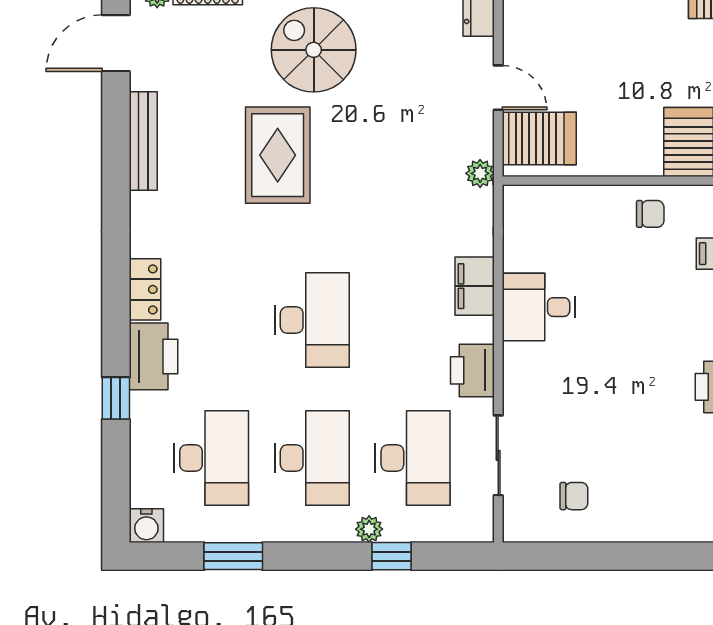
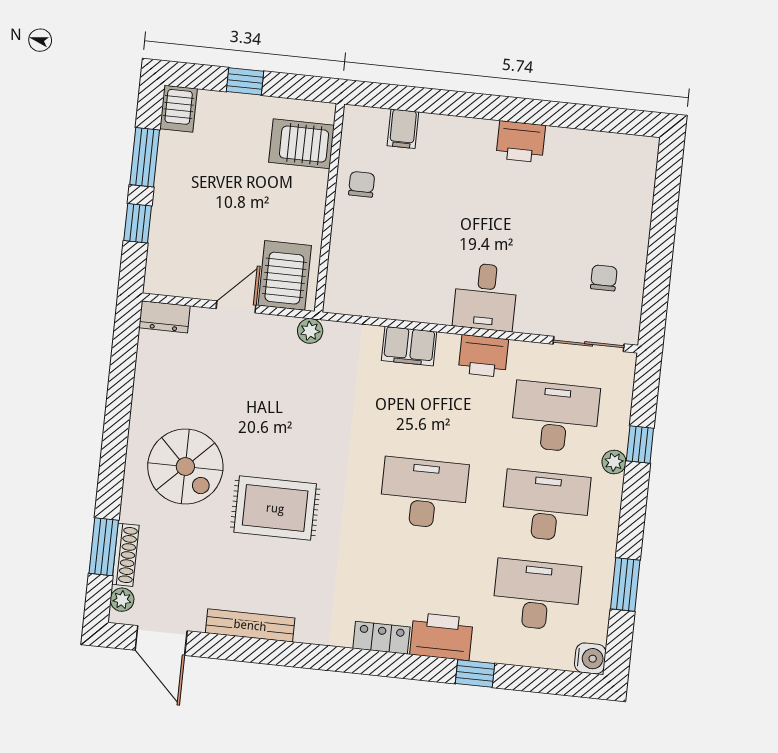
spiral stairs: (314, 50) -> (185, 467), turned -90
desk: (539, 307) -> (485, 297), moved
sliding door: (498, 455) -> (589, 344), moved

